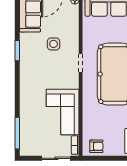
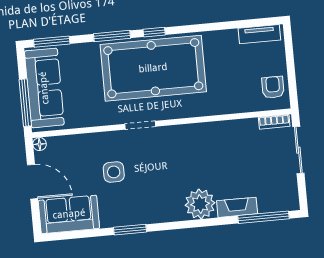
plant: (29, 95) -> (200, 204), added
corner sofa: (63, 112) -> (223, 147), removed
fireplace: (25, 117) -> (237, 207), added

